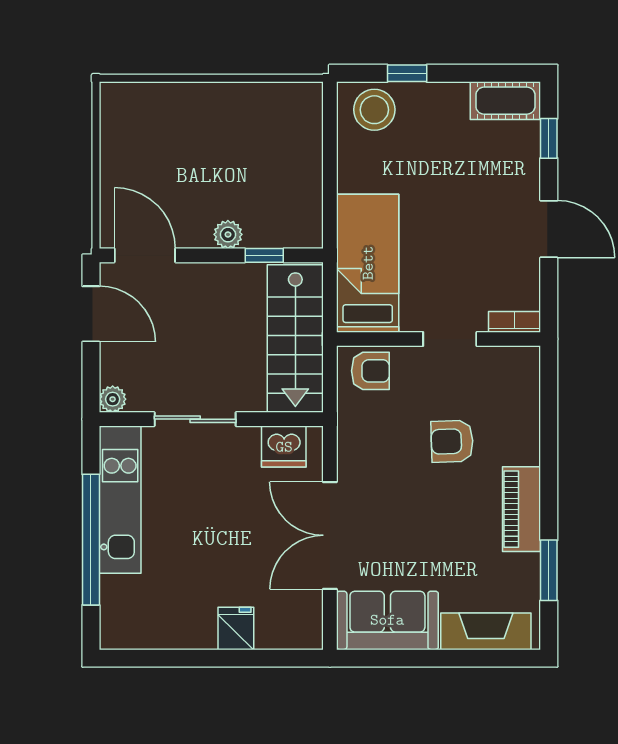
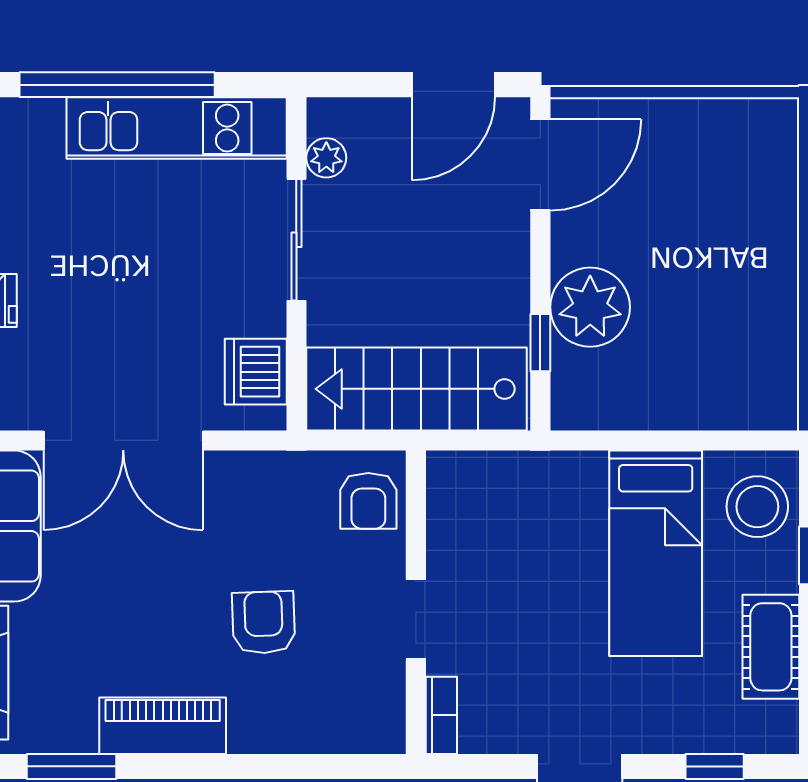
cot: (505, 101) -> (771, 647), moved
plant: (228, 234) -> (590, 307), width x1.87, depth x1.87
bed: (368, 263) -> (656, 553), moved, turned 90
plant: (113, 399) -> (326, 158), moved
double door: (330, 535) -> (123, 440), swing flipped

